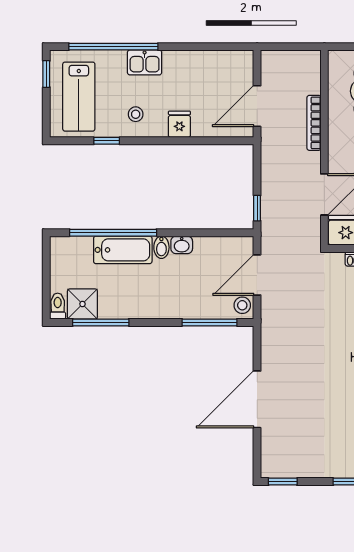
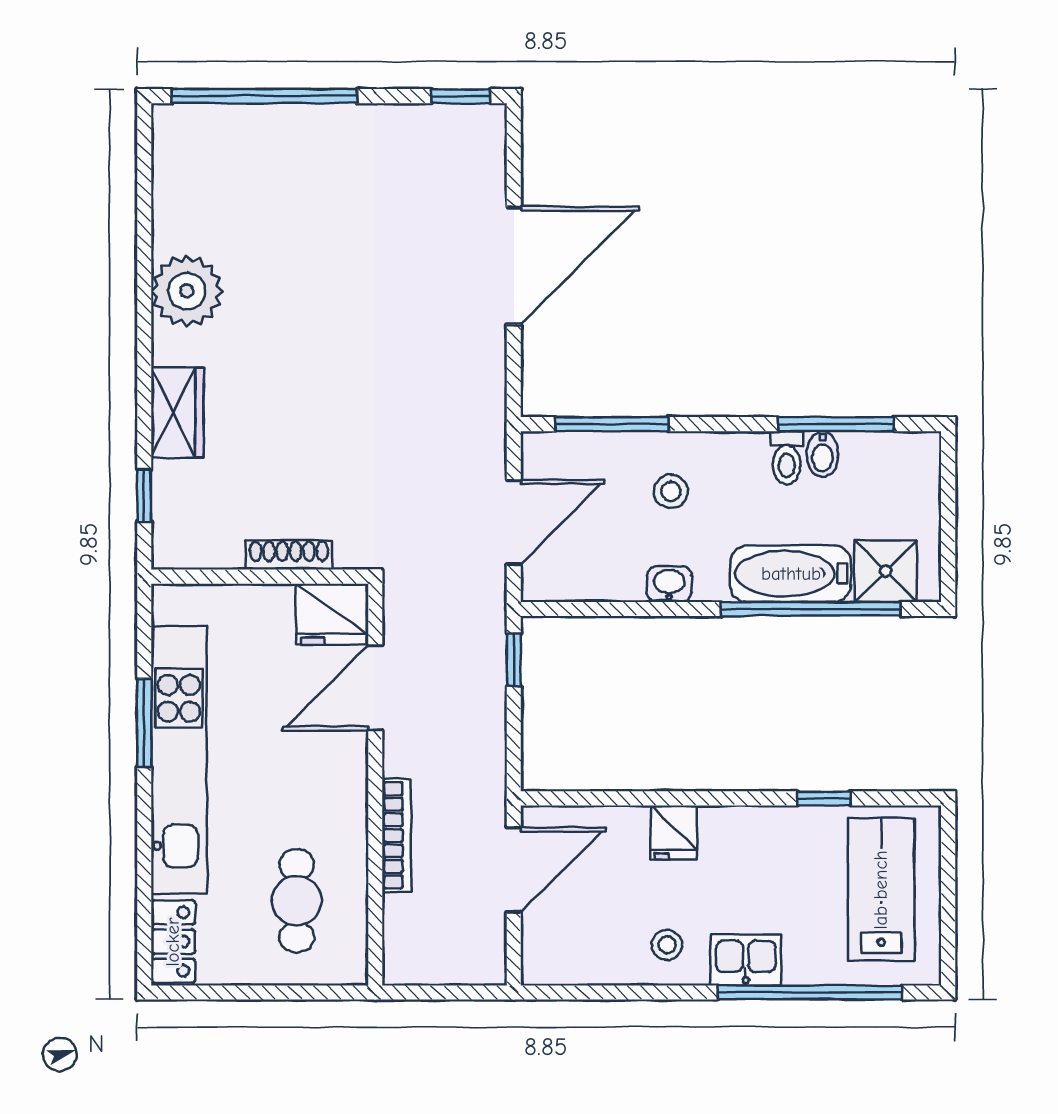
window: (46, 74) -> (948, 936), removed
stool: (136, 114) -> (667, 945), moved
bidet: (161, 247) -> (822, 454), moved, turned 180
shower: (82, 304) -> (886, 571), moved
stool: (242, 305) -> (671, 491), moved
toilet: (58, 306) -> (787, 458), moved

